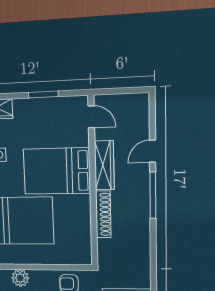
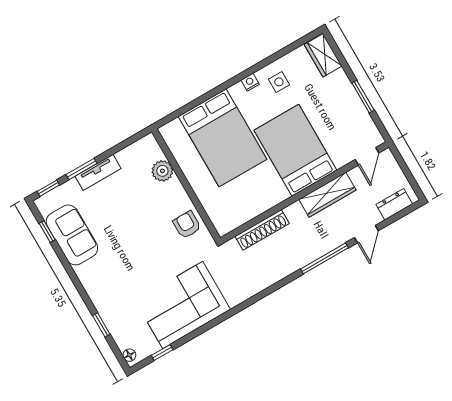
dresser: (141, 115) -> (394, 204), added
door: (152, 151) -> (366, 234), swing flipped
shoe rack: (103, 214) -> (262, 230), moved

